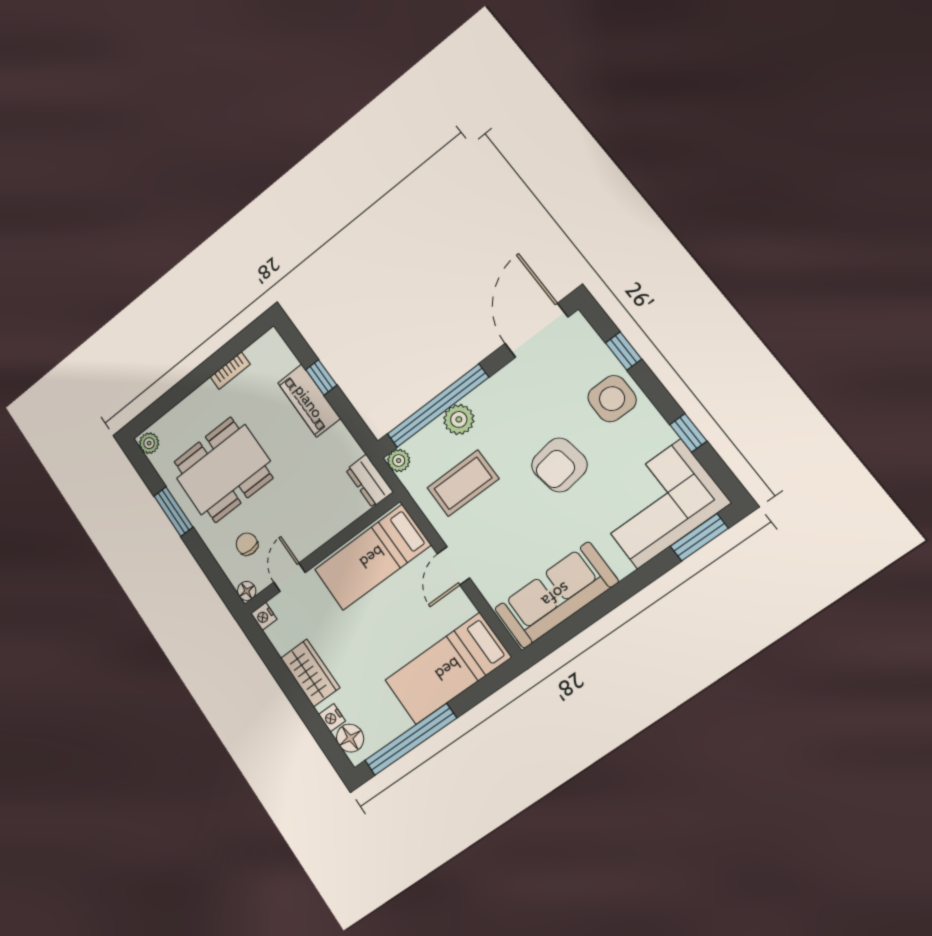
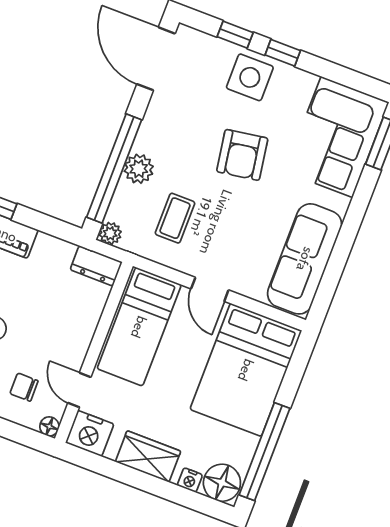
window: (688, 433) -> (283, 53), moved
coffee table: (463, 483) -> (175, 218), width x0.73, depth x0.77
nightstand: (264, 616) -> (90, 433), width x1.89, depth x1.79
bed: (448, 669) -> (246, 370), width x1.50
floor lamp: (350, 738) -> (222, 483), width x1.38, depth x1.38

